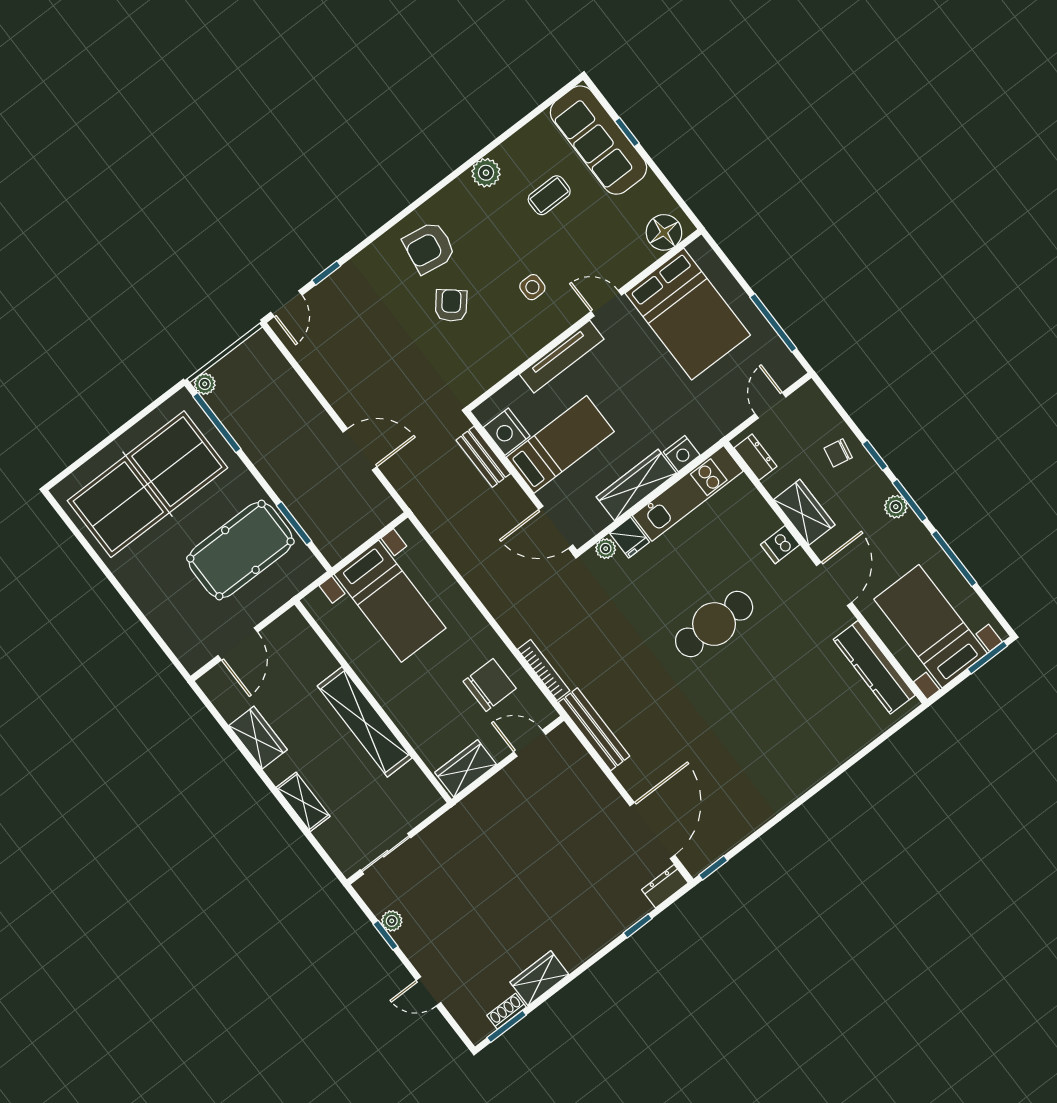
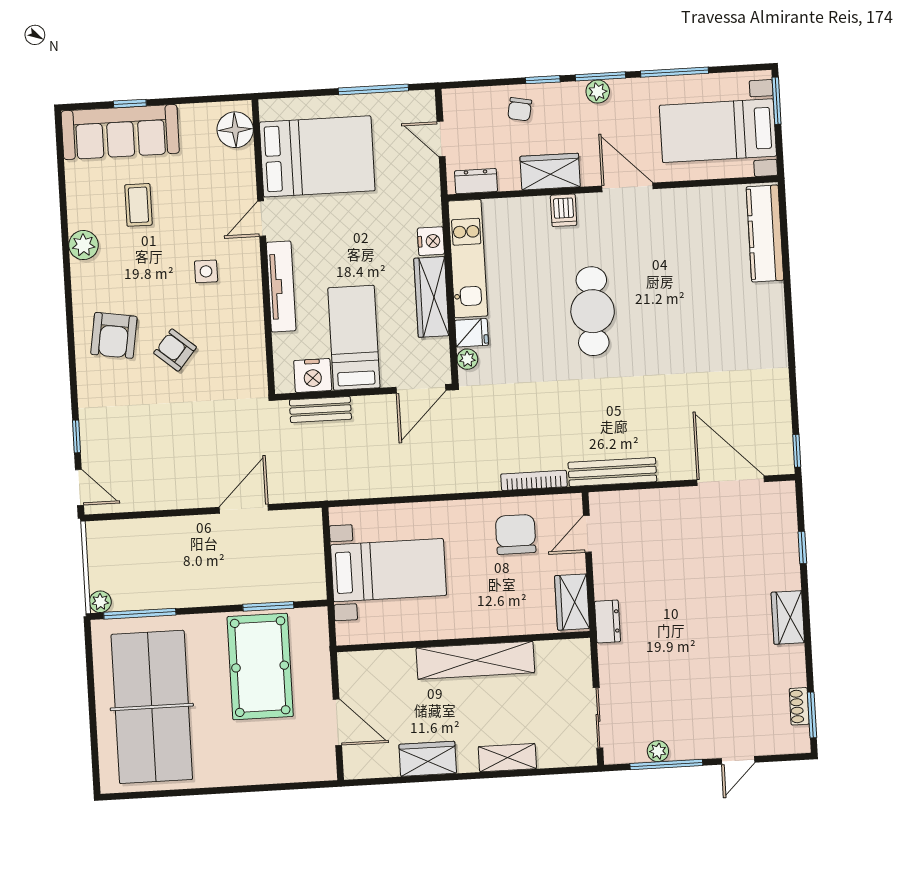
kitchen counter: (874, 667) -> (765, 234), moved, turned 90
dresser: (665, 886) -> (608, 621), moved, turned 180
window: (385, 935) -> (666, 765), width x2.17
wardrobe: (539, 978) -> (788, 617), moved

